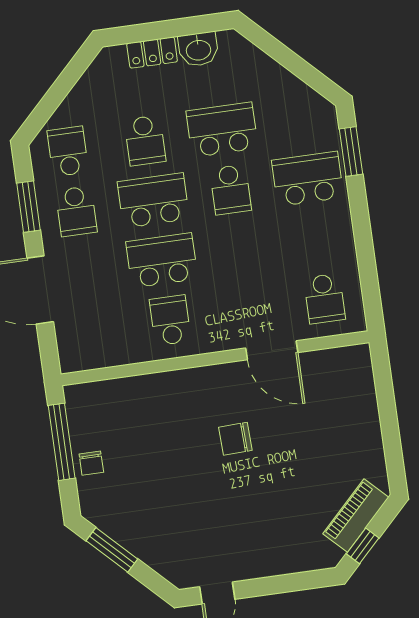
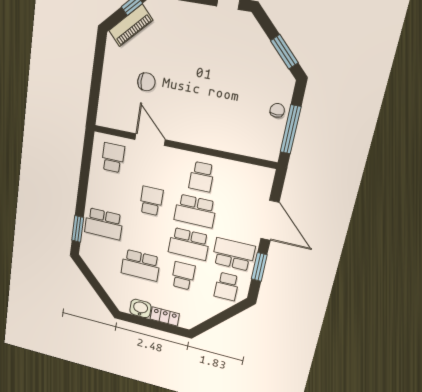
school desk: (231, 190) -> (151, 201), moved
school desk: (76, 211) -> (233, 254), width x1.85
chair: (235, 439) -> (146, 82), moved

